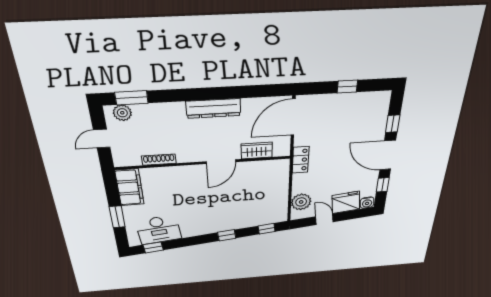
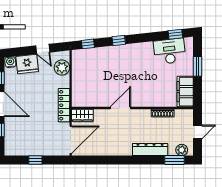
dresser: (213, 108) -> (150, 150), moved
wardrobe: (257, 151) -> (82, 115), moved
locker: (301, 160) -> (64, 105), width x1.53

